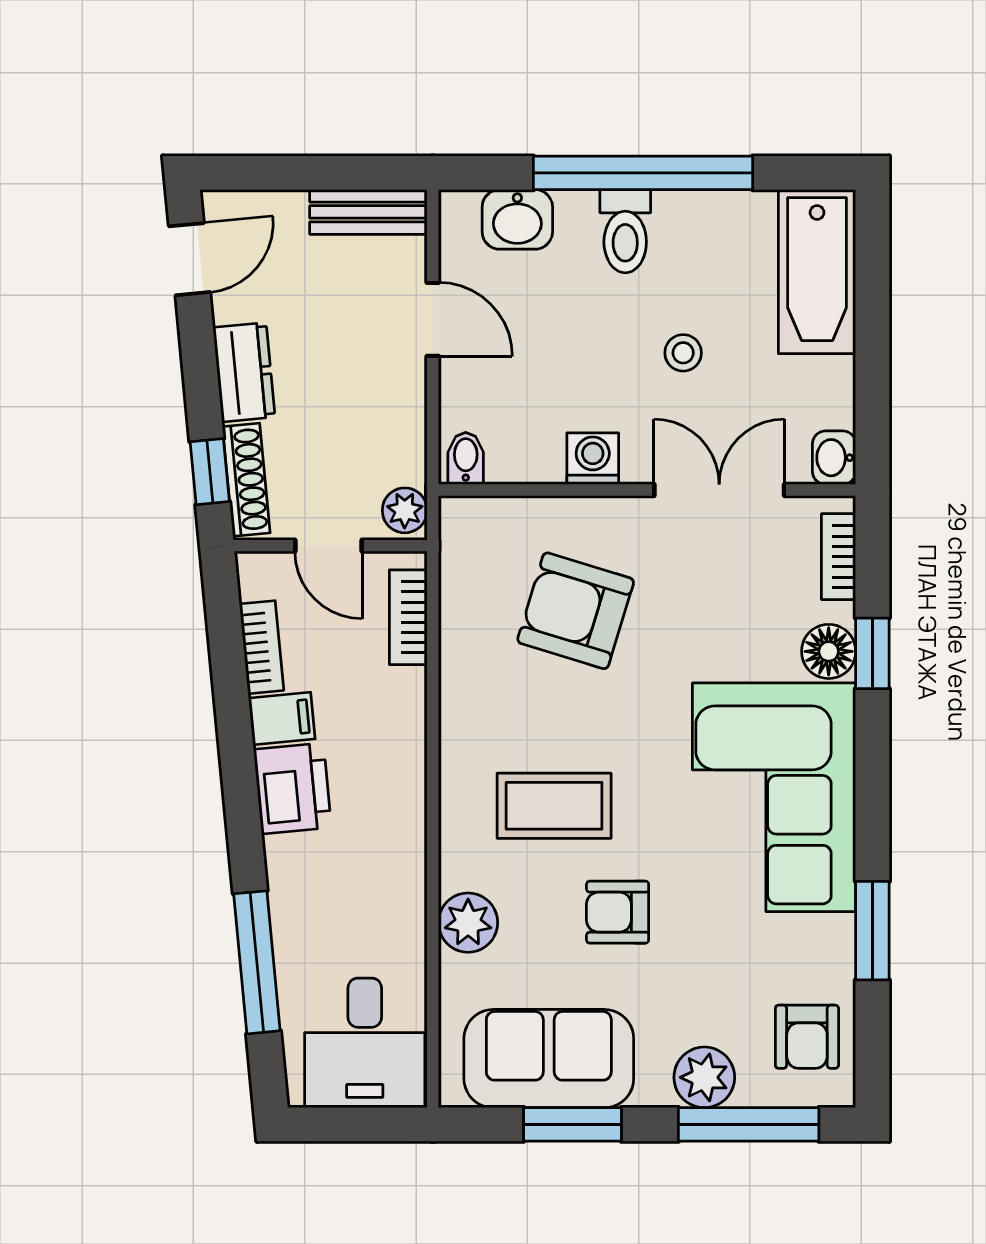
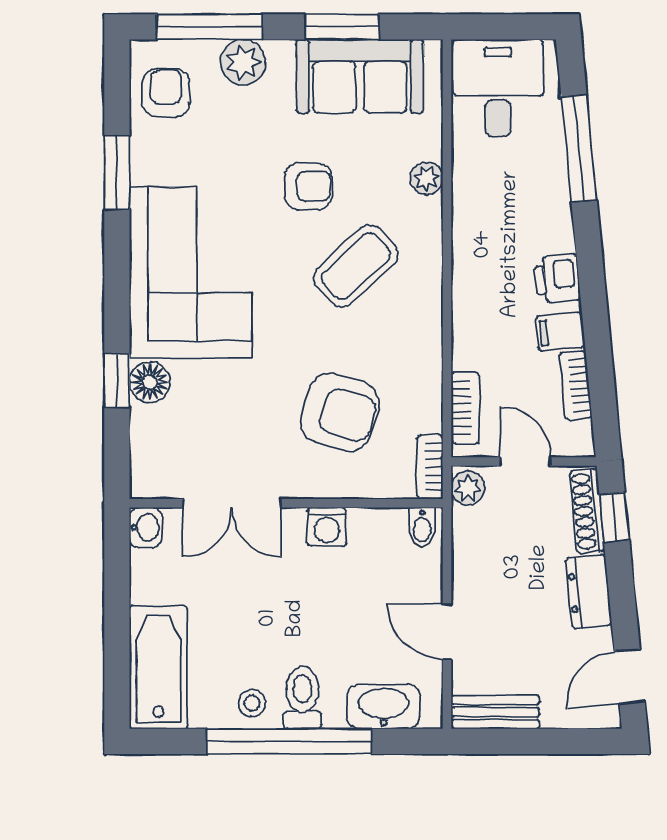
washbasin: (517, 219) -> (383, 706), width x1.38
stool: (683, 353) -> (252, 703), moved
bookcase: (839, 557) -> (430, 467), moved, turned 180
printer: (292, 788) -> (557, 279), width x0.73, depth x0.81
coffee table: (554, 806) -> (356, 266), turned -43
plant: (468, 923) -> (427, 178), width x0.73, depth x0.73

